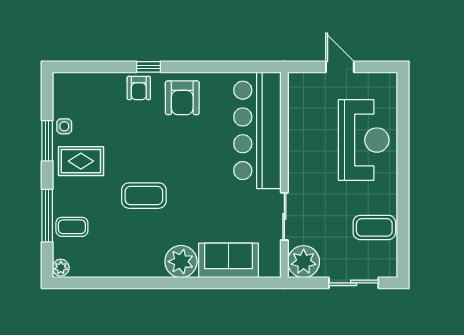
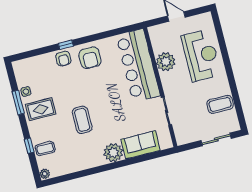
coffee table: (144, 196) -> (82, 120), turned 90
window: (47, 216) -> (29, 146), width x0.46
plant: (304, 262) -> (166, 62), moved

